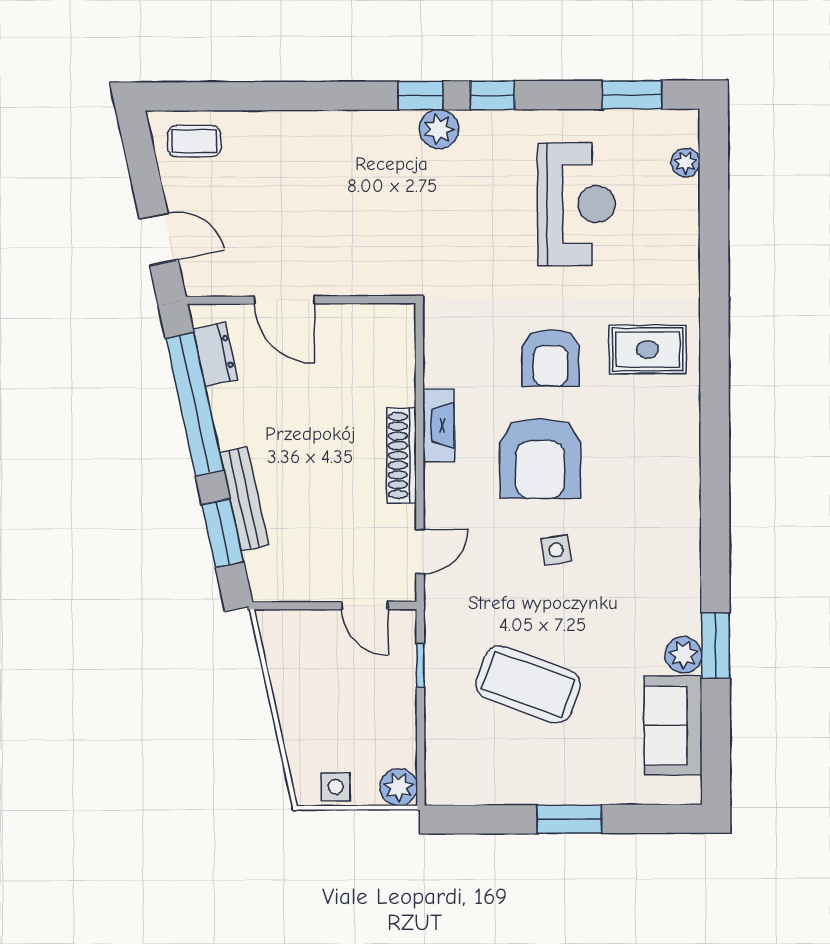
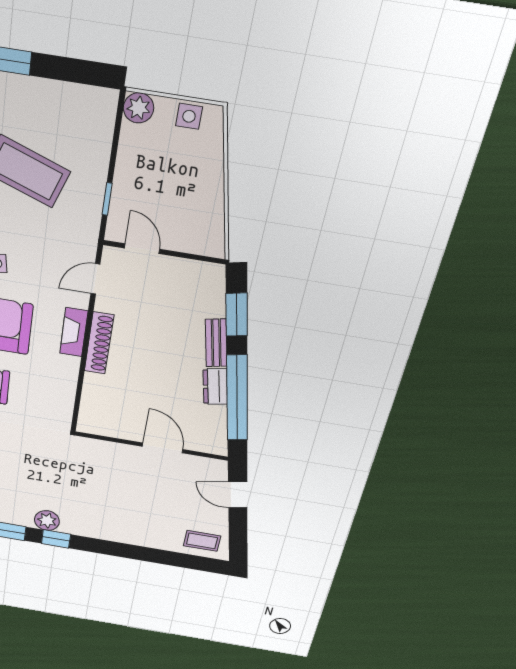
dresser: (215, 354) -> (215, 387), moved
fireplace: (439, 425) -> (74, 332), moved
bench: (244, 499) -> (216, 343), width x0.73

